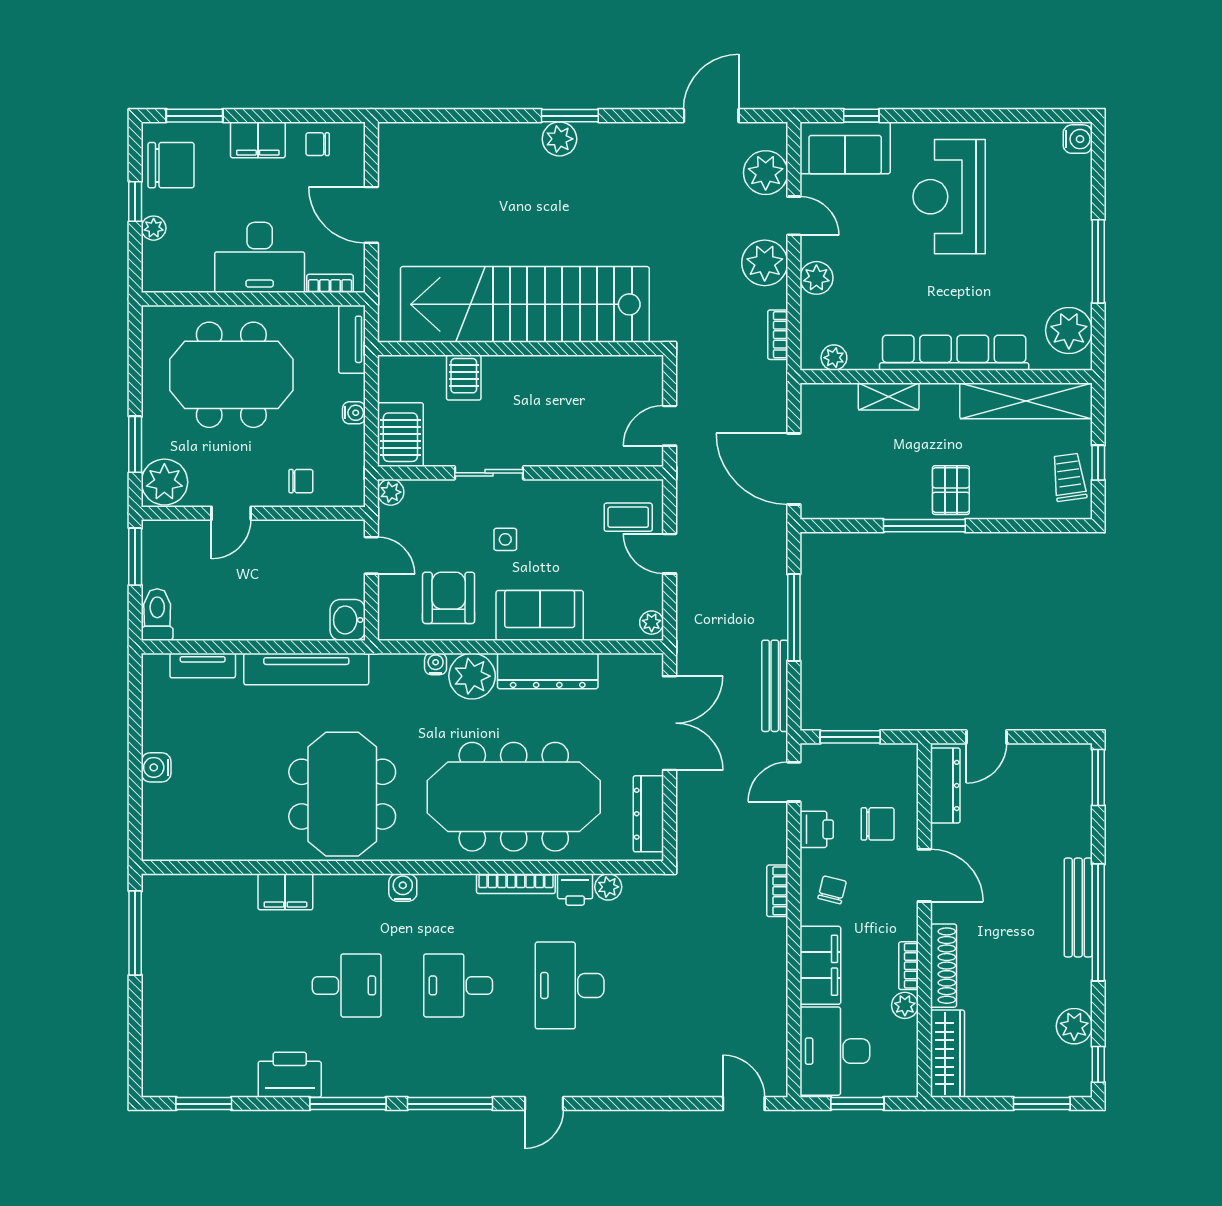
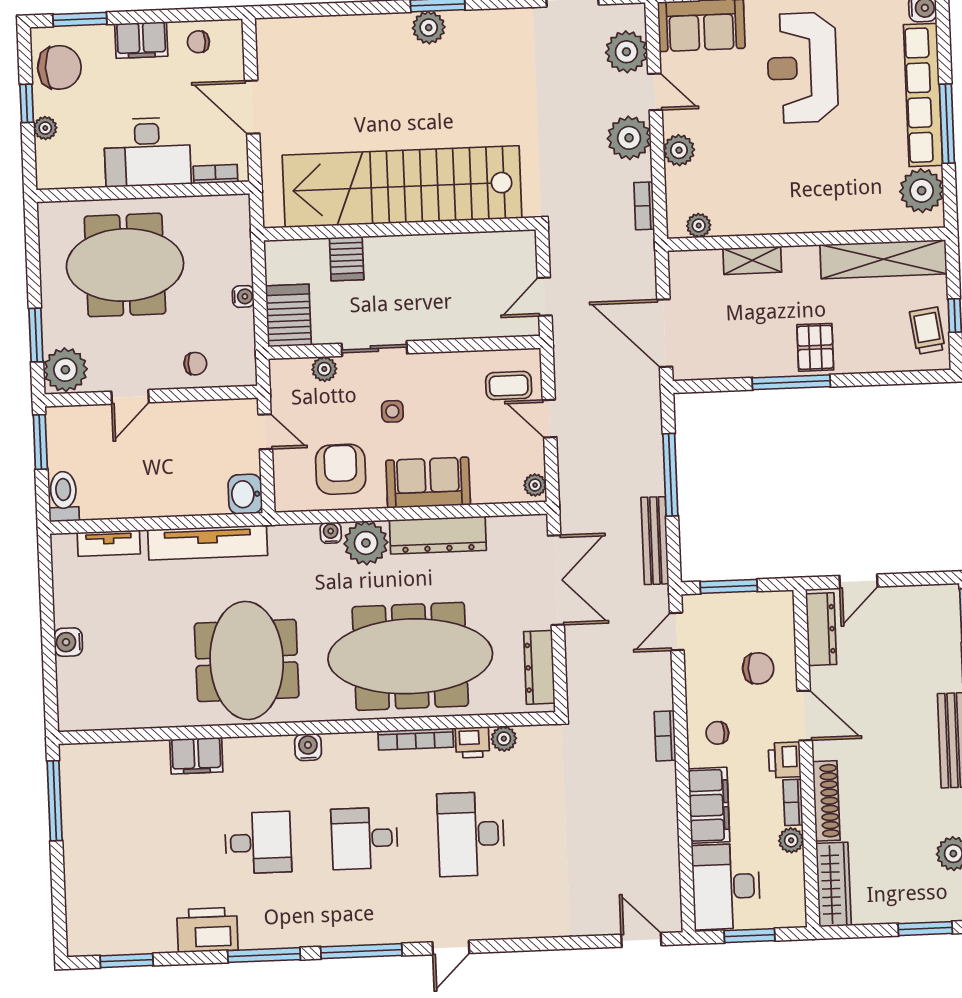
tv unit: (352, 339) -> (239, 226), removed
row of seats: (954, 353) -> (923, 95), moved, turned -90
plant: (391, 492) -> (324, 369), moved
printer: (817, 829) -> (785, 760), moved, turned 180
chair: (832, 890) -> (717, 733), turned -106

